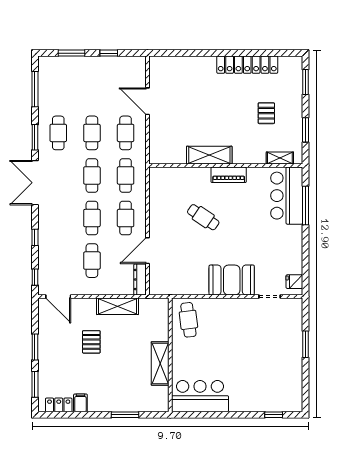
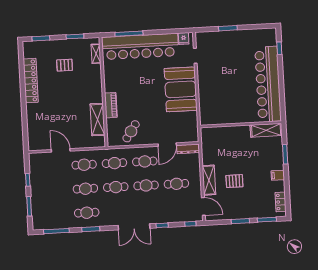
door: (147, 101) -> (61, 150), swing flipped
shelving: (209, 155) -> (97, 120), moved
piano: (229, 175) -> (111, 105), moved
double door: (35, 183) -> (134, 227), moved
bar counter: (287, 196) -> (140, 46), width x1.86
cafe table: (203, 217) -> (131, 131), moved
door: (147, 251) -> (167, 145), hinge flipped
booth: (232, 280) -> (181, 89), width x1.36, depth x1.42
door: (58, 297) -> (203, 206), hinge flipped
shelving: (117, 306) -> (209, 180), moved
cafe table: (188, 320) -> (215, 113), removed
shelving: (160, 363) -> (266, 130), moved
bar counter: (200, 396) -> (268, 84), width x1.86
filing cabinet: (80, 403) -> (278, 175), moved

